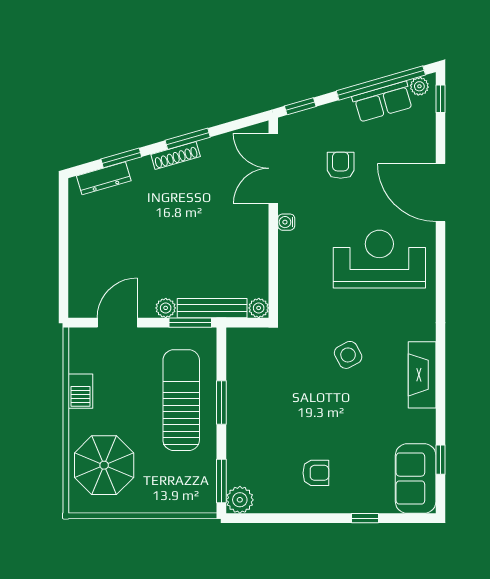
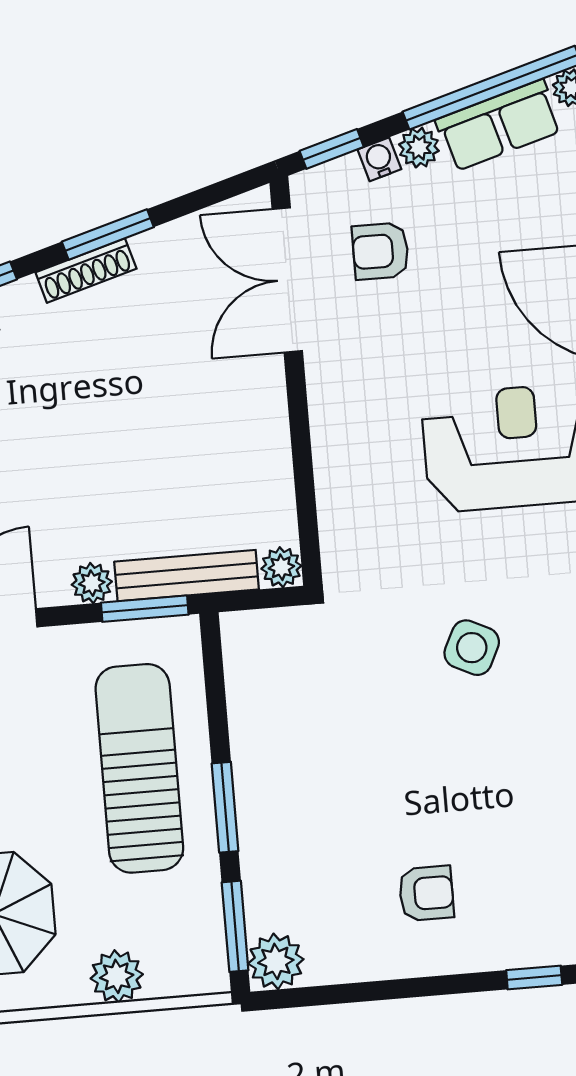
plant: (343, 109) -> (419, 148), added
armchair: (341, 165) -> (381, 251), moved, turned -90
water cooler: (286, 222) -> (379, 159), moved, turned 74
side table: (348, 355) -> (472, 648), turned -36
window: (221, 402) -> (225, 807), moved
plant: (162, 501) -> (117, 976), added

